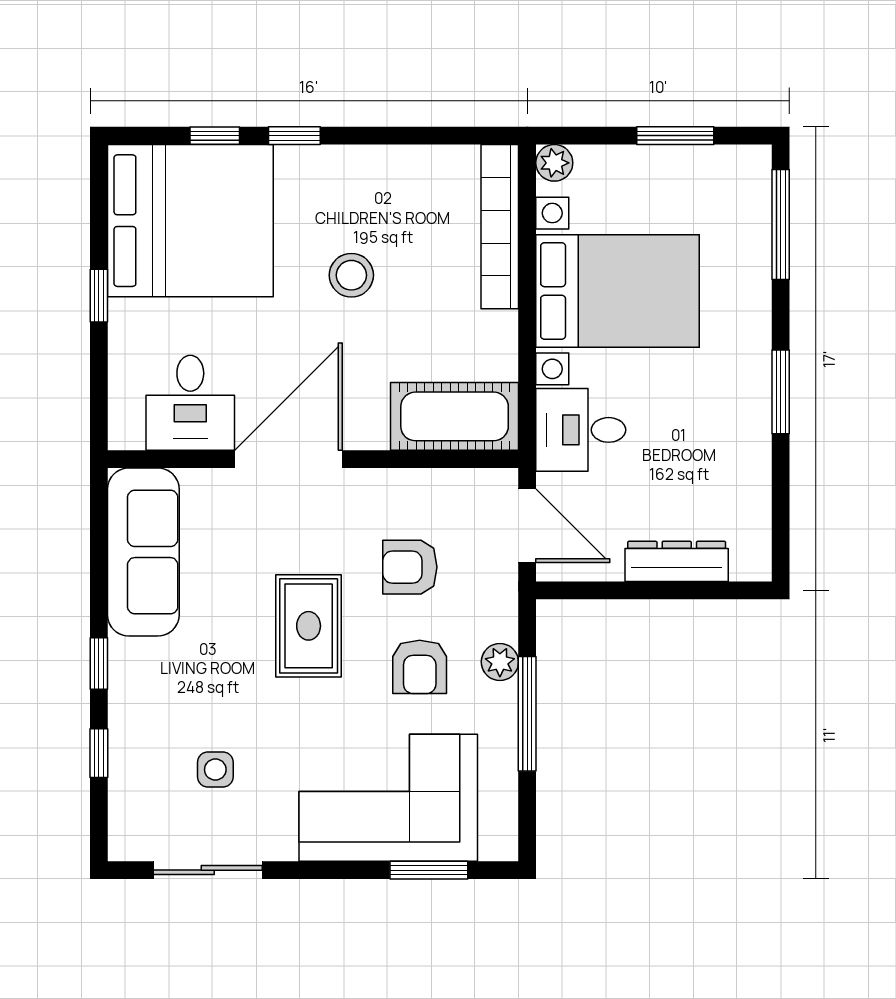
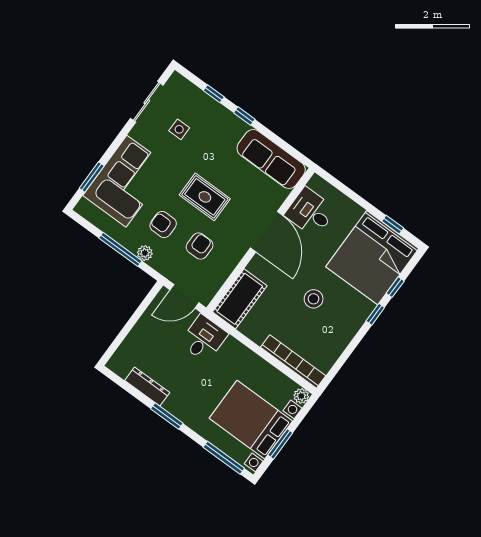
bed with nightstands: (618, 291) -> (251, 420), moved, turned 90
window: (99, 296) -> (393, 225), moved
dresser: (677, 561) -> (147, 387), moved, turned -90

